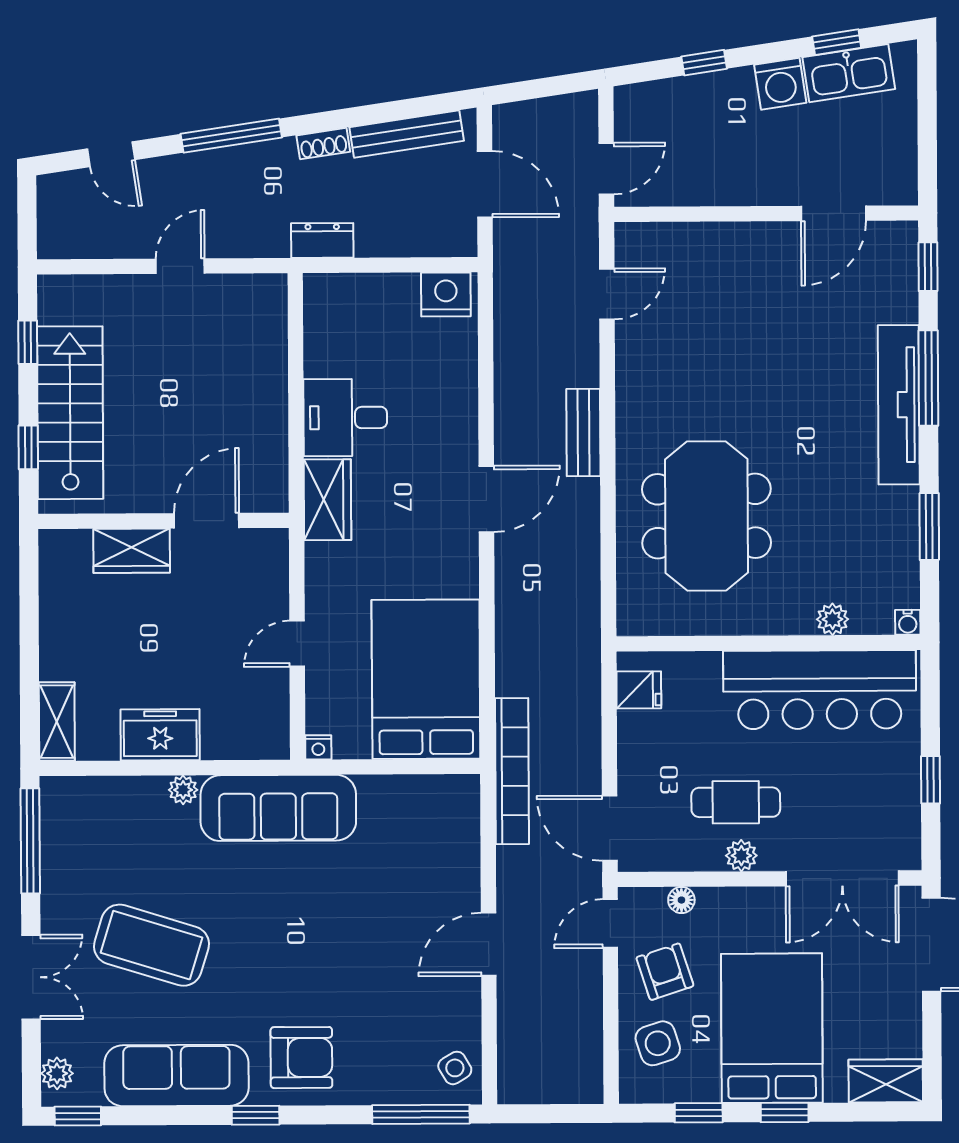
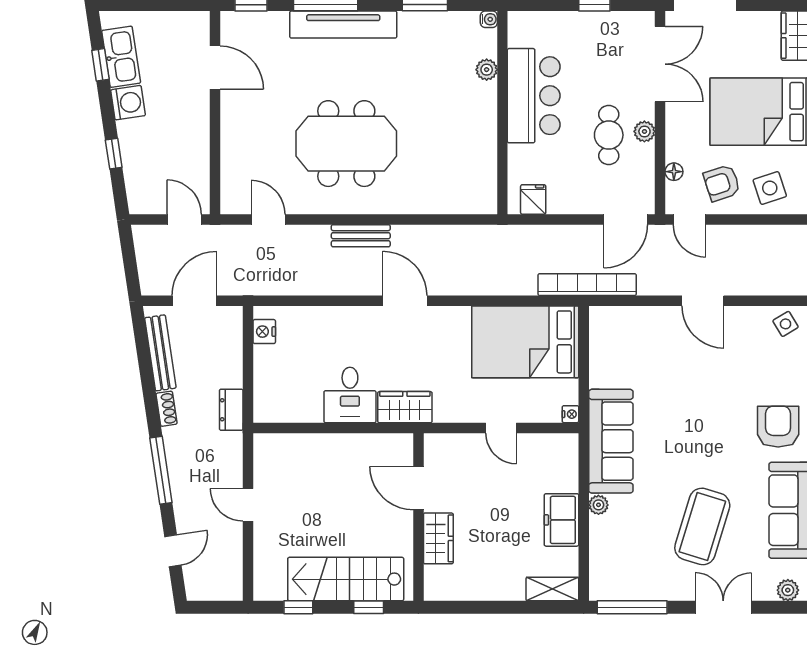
nightstand: (446, 294) -> (264, 332), width x0.74, depth x0.75
meeting table: (706, 516) -> (346, 144), moved
bar counter: (820, 690) -> (534, 96), width x0.73

